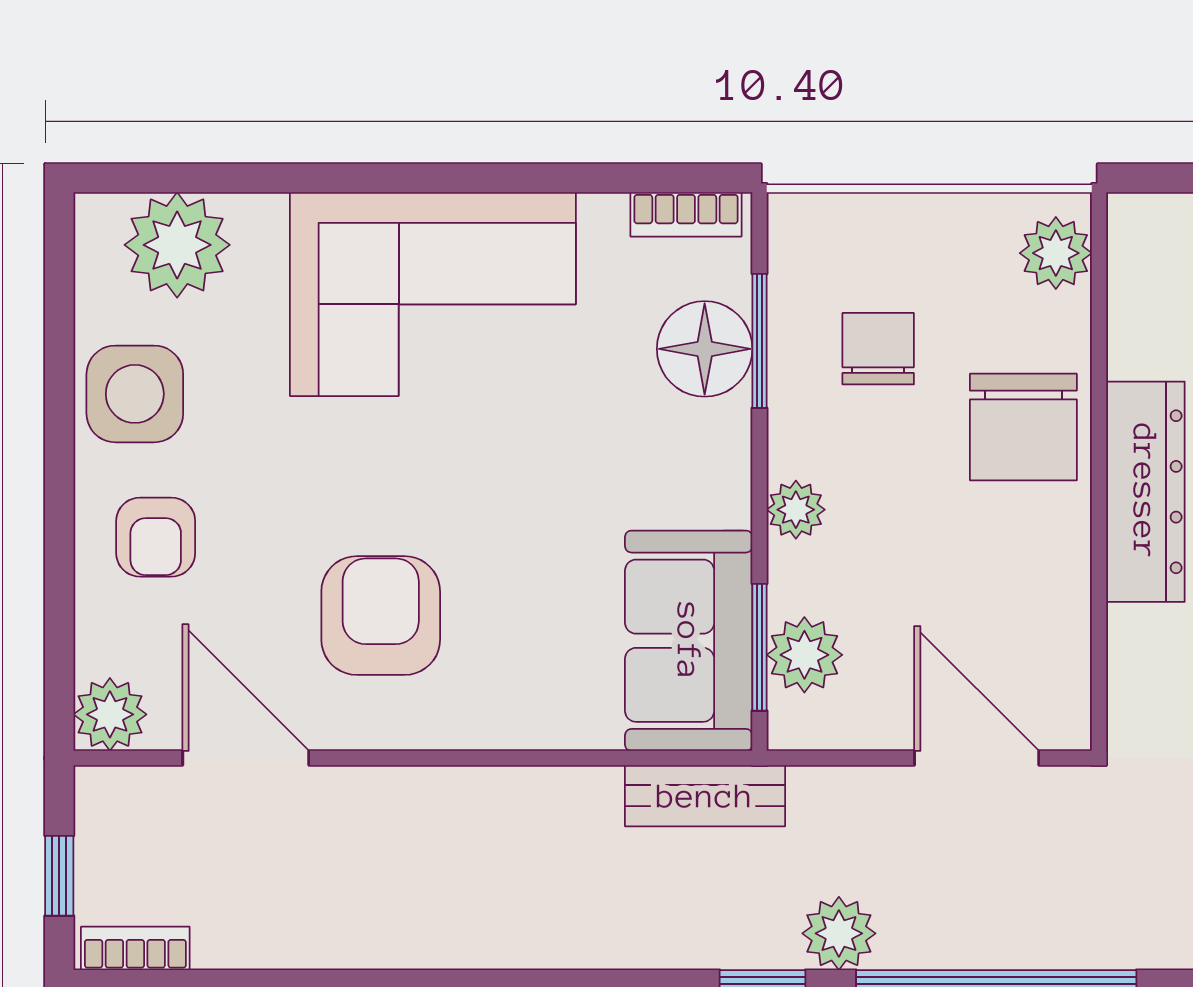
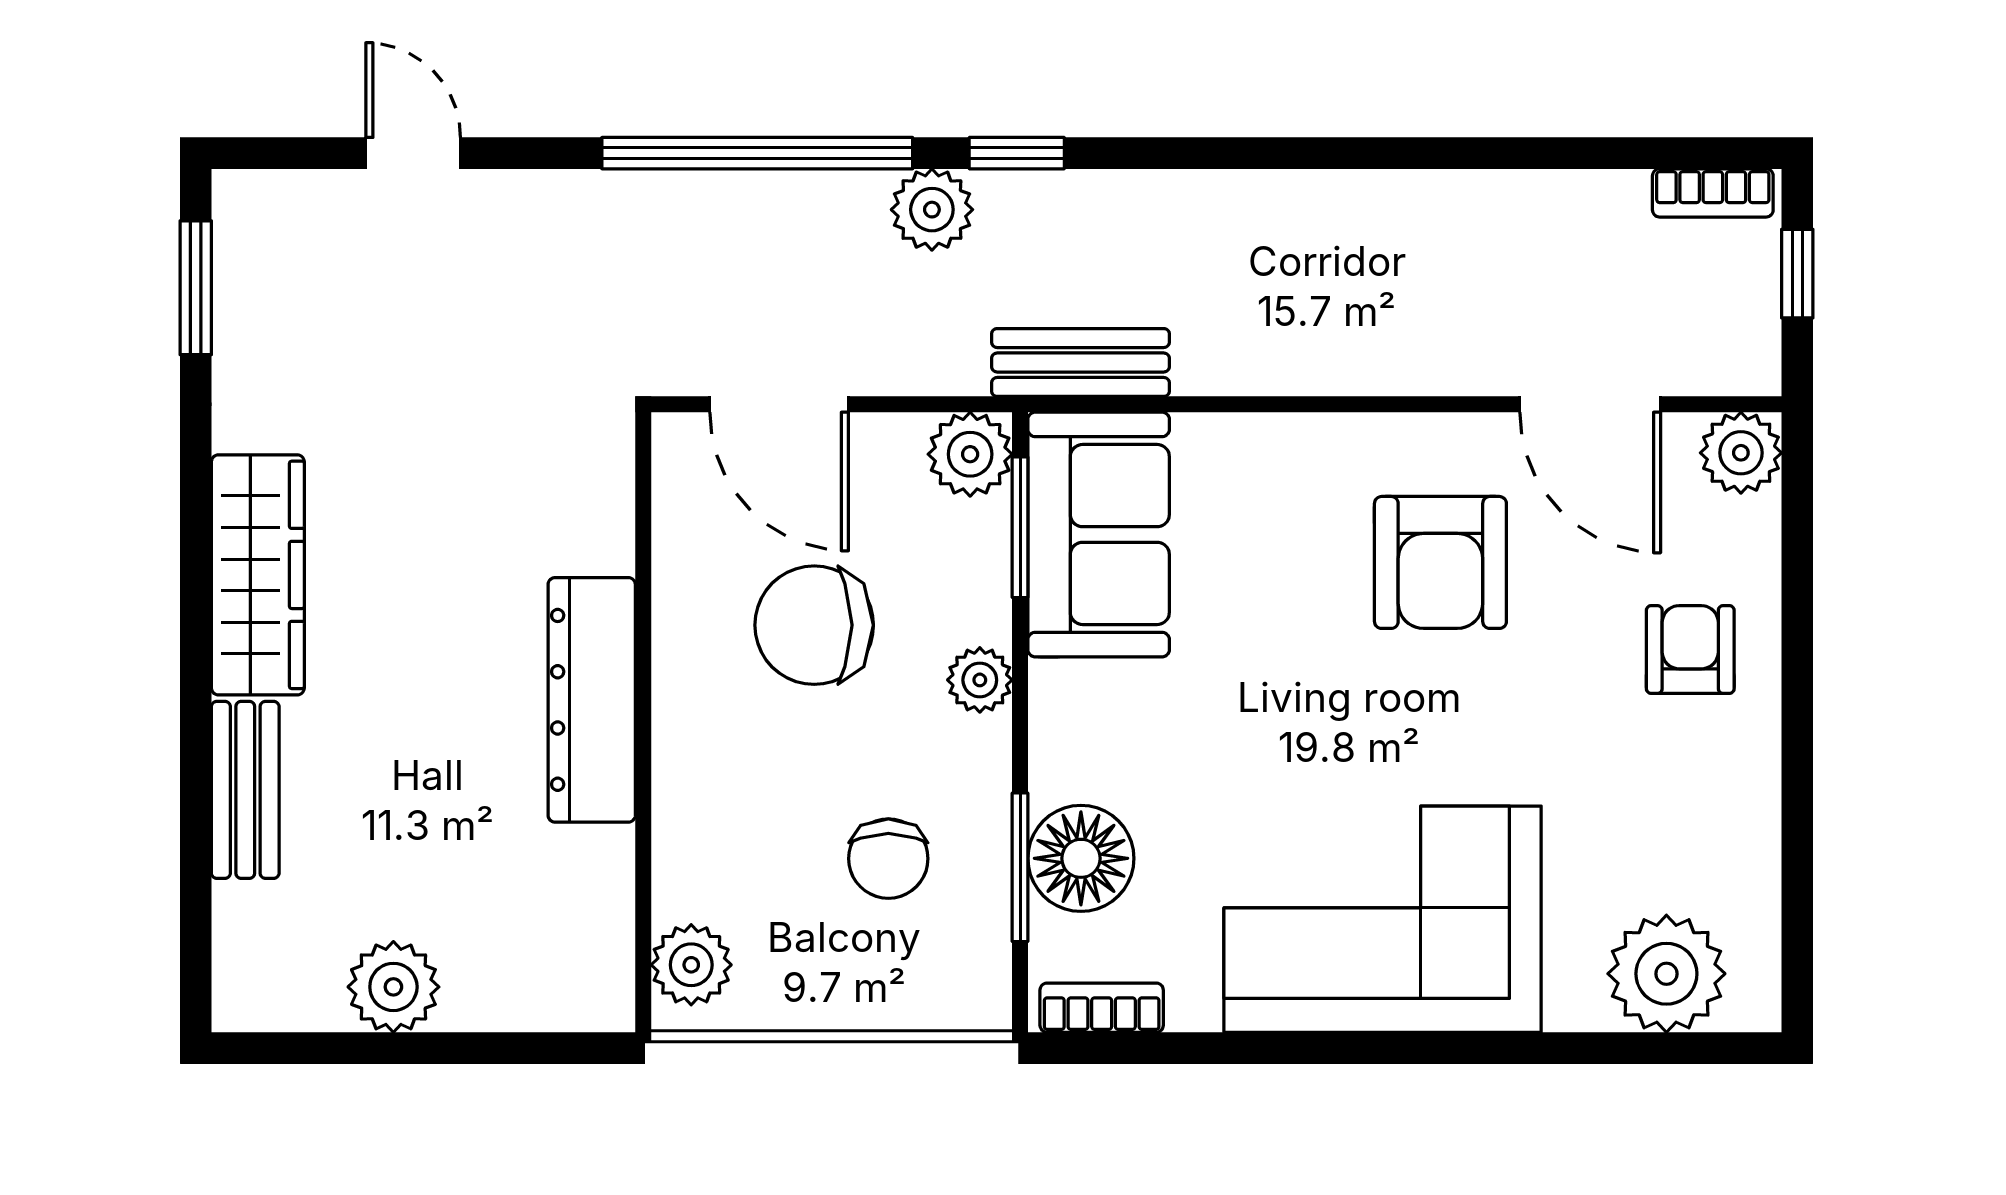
side table: (135, 394) -> (1713, 808), removed
chair: (1023, 427) -> (814, 625), moved, turned -90
plant: (804, 655) -> (970, 454), moved

